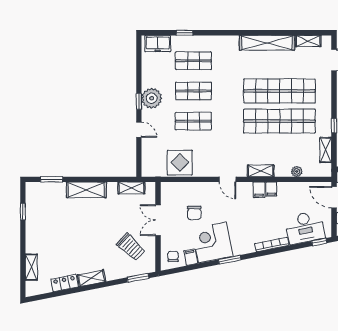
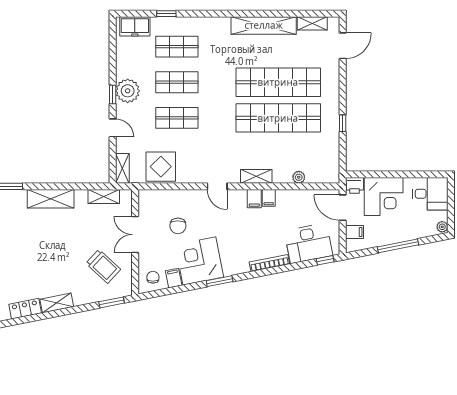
shelving: (326, 150) -> (122, 168), moved

